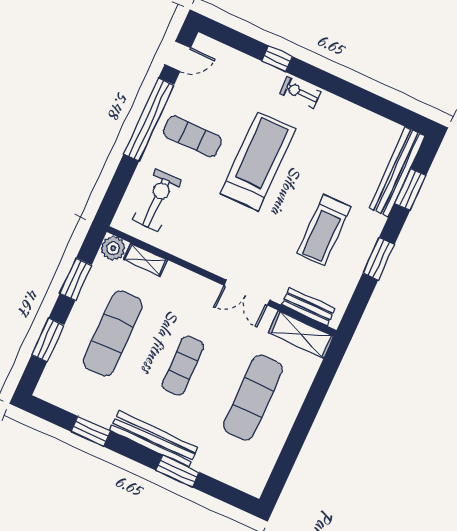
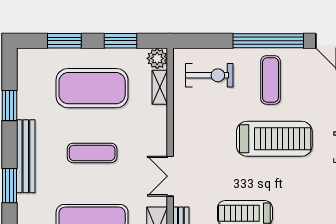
exercise mat: (113, 333) -> (92, 88), width x1.47

